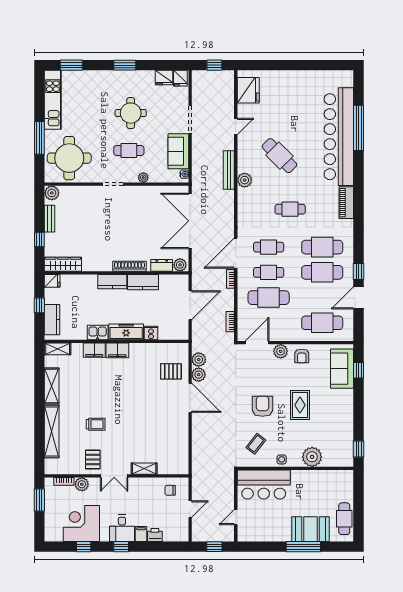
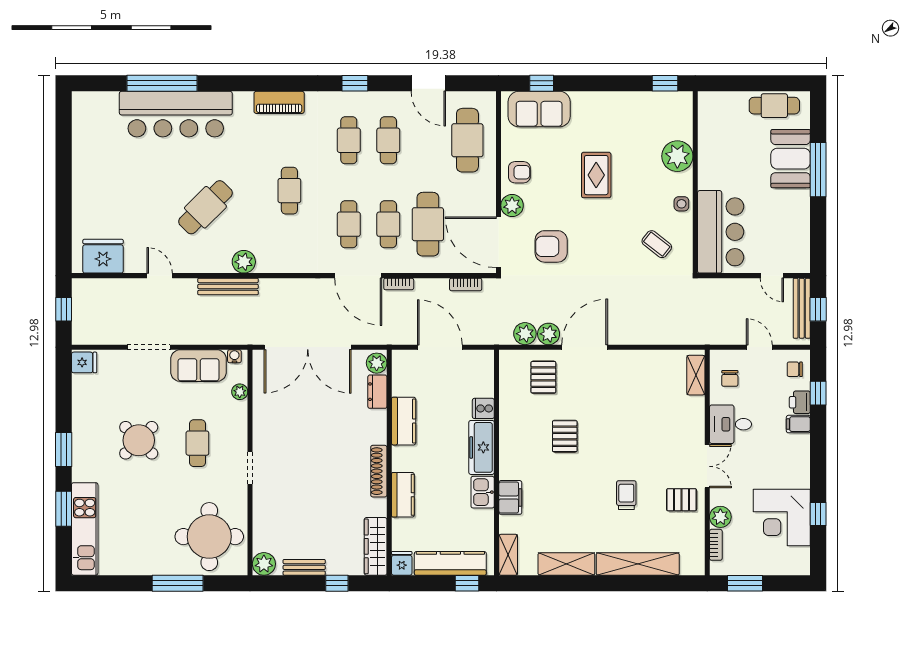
window: (71, 65) -> (64, 509), moved
fridge: (164, 78) -> (83, 388), removed
kitchen unit: (53, 100) -> (85, 529), moved, turned 90
round table: (131, 113) -> (139, 440), turned 45
bar counter: (339, 137) -> (176, 114), width x0.73
plant: (143, 178) -> (240, 392), moved
cafe table: (322, 247) -> (349, 140), width x0.73, depth x0.74
shoe rack: (129, 266) -> (379, 471), moved
window: (359, 271) -> (355, 83), moved
cafe table: (322, 272) -> (388, 140), width x0.73, depth x0.74
kitchen counter: (112, 282) -> (403, 495), moved
window: (39, 305) -> (467, 583), moved
kitchen counter: (52, 320) -> (450, 563), width x1.50
door: (257, 343) -> (499, 242), width x1.36
filing cabinet: (117, 350) -> (511, 461), removed
pallet: (133, 385) -> (565, 436), added
rug: (300, 405) -> (596, 175), turned 90
armchair: (262, 406) -> (551, 246), moved
shelving: (144, 469) -> (696, 375), moved
desk: (122, 528) -> (730, 424), moved, turned 180
chair: (176, 532) -> (795, 369), added
bench: (215, 536) -> (802, 308), added
window: (121, 547) -> (818, 393), moved

